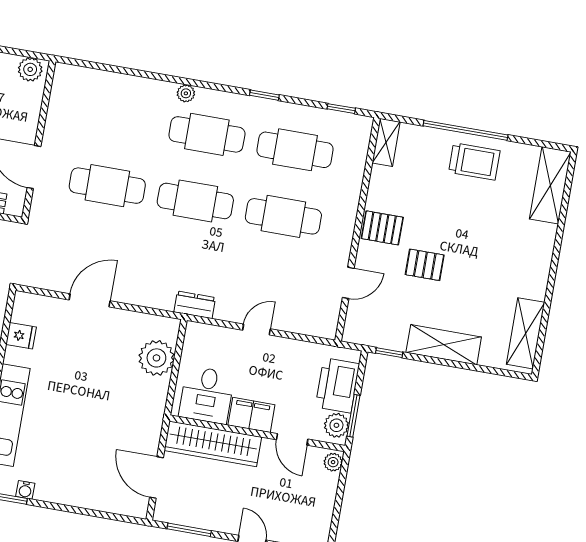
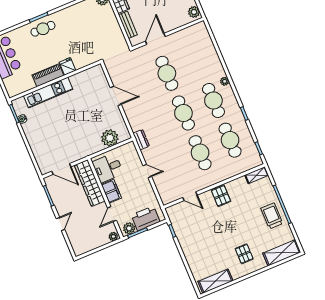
trolley: (474, 161) -> (272, 216), turned 180
pallet: (425, 265) -> (244, 254), moved
fridge: (21, 336) -> (84, 77), removed
shelving: (444, 345) -> (190, 251), removed
door: (156, 478) -> (61, 169), swing flipped

